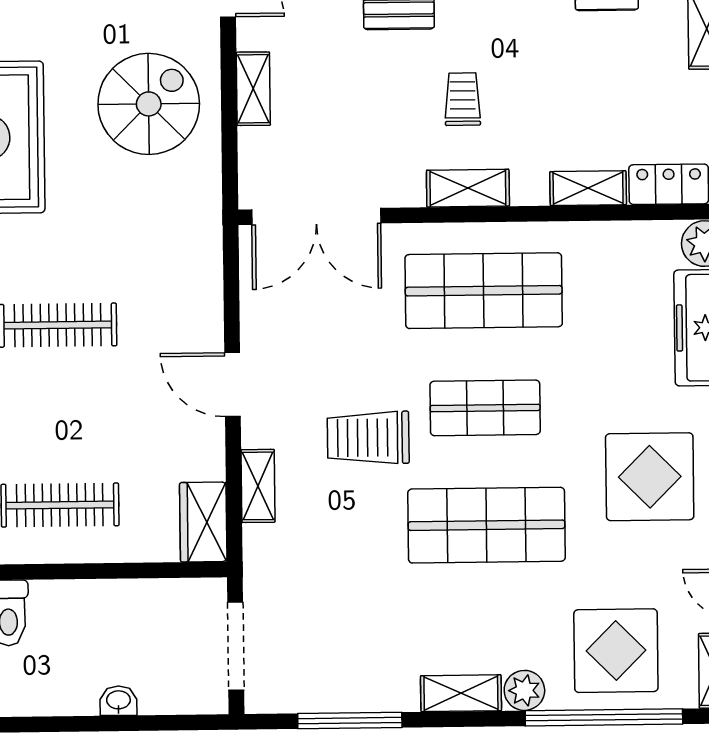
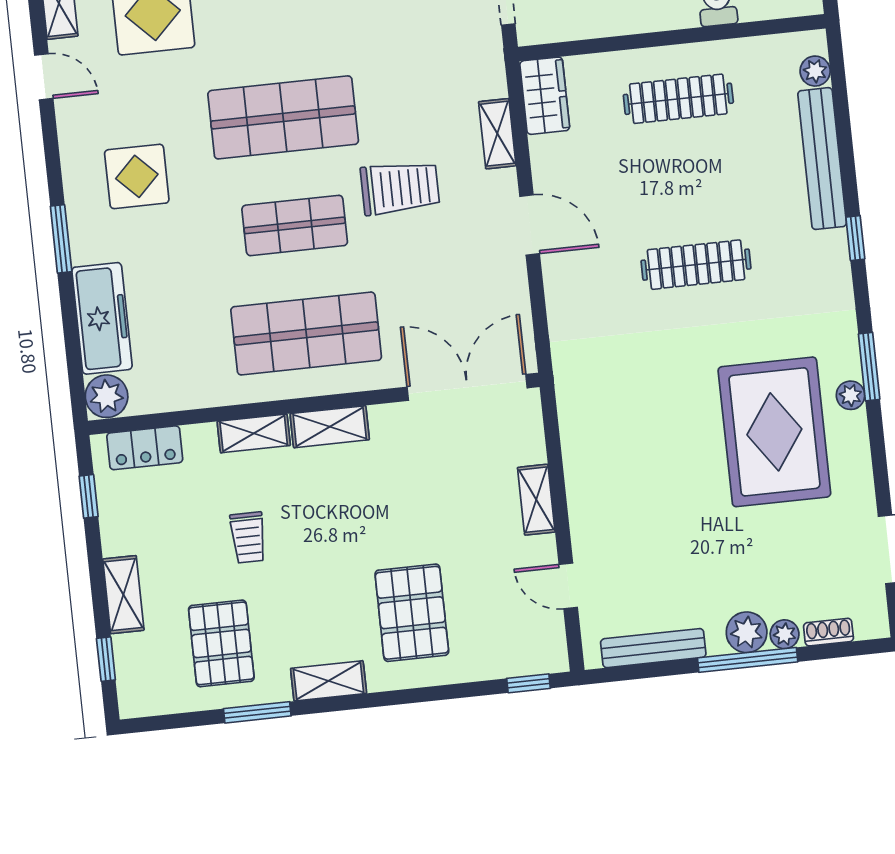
trolley: (463, 99) -> (248, 537), moved
spiral stairs: (149, 104) -> (631, 477), removed
shelving: (588, 188) -> (254, 433), moved
display table: (650, 477) -> (137, 176), width x0.73, depth x0.73

